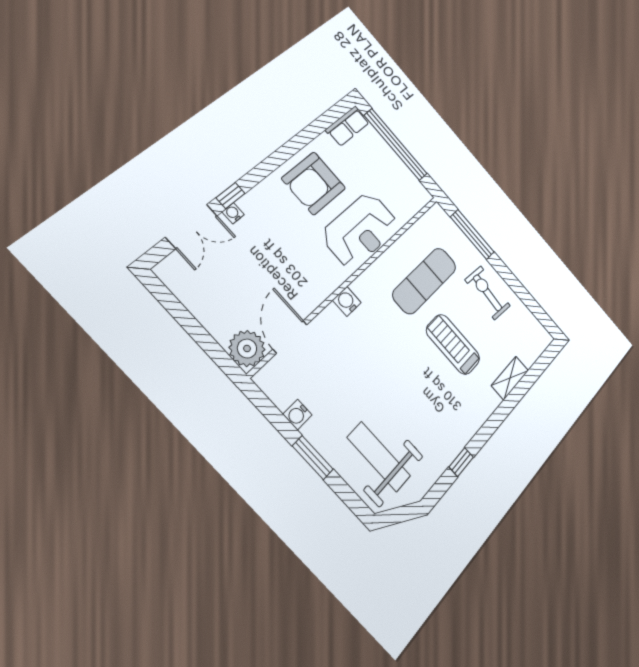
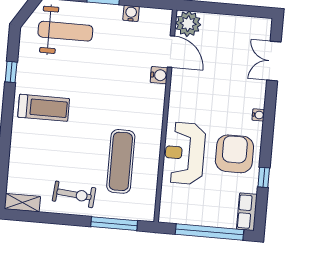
window: (231, 196) -> (264, 177), moved
water cooler: (233, 213) -> (258, 115), moved
water cooler: (347, 301) -> (159, 75), moved
treadmill: (453, 344) -> (44, 108), moved
shelving: (510, 378) -> (22, 203), moved, turned 90

